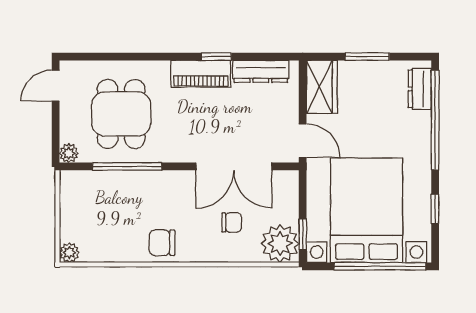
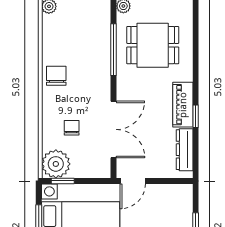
wardrobe: (322, 87) -> (173, 195), removed
double door: (234, 166) -> (113, 129), swing flipped
chair: (232, 222) -> (72, 128), turned 180

